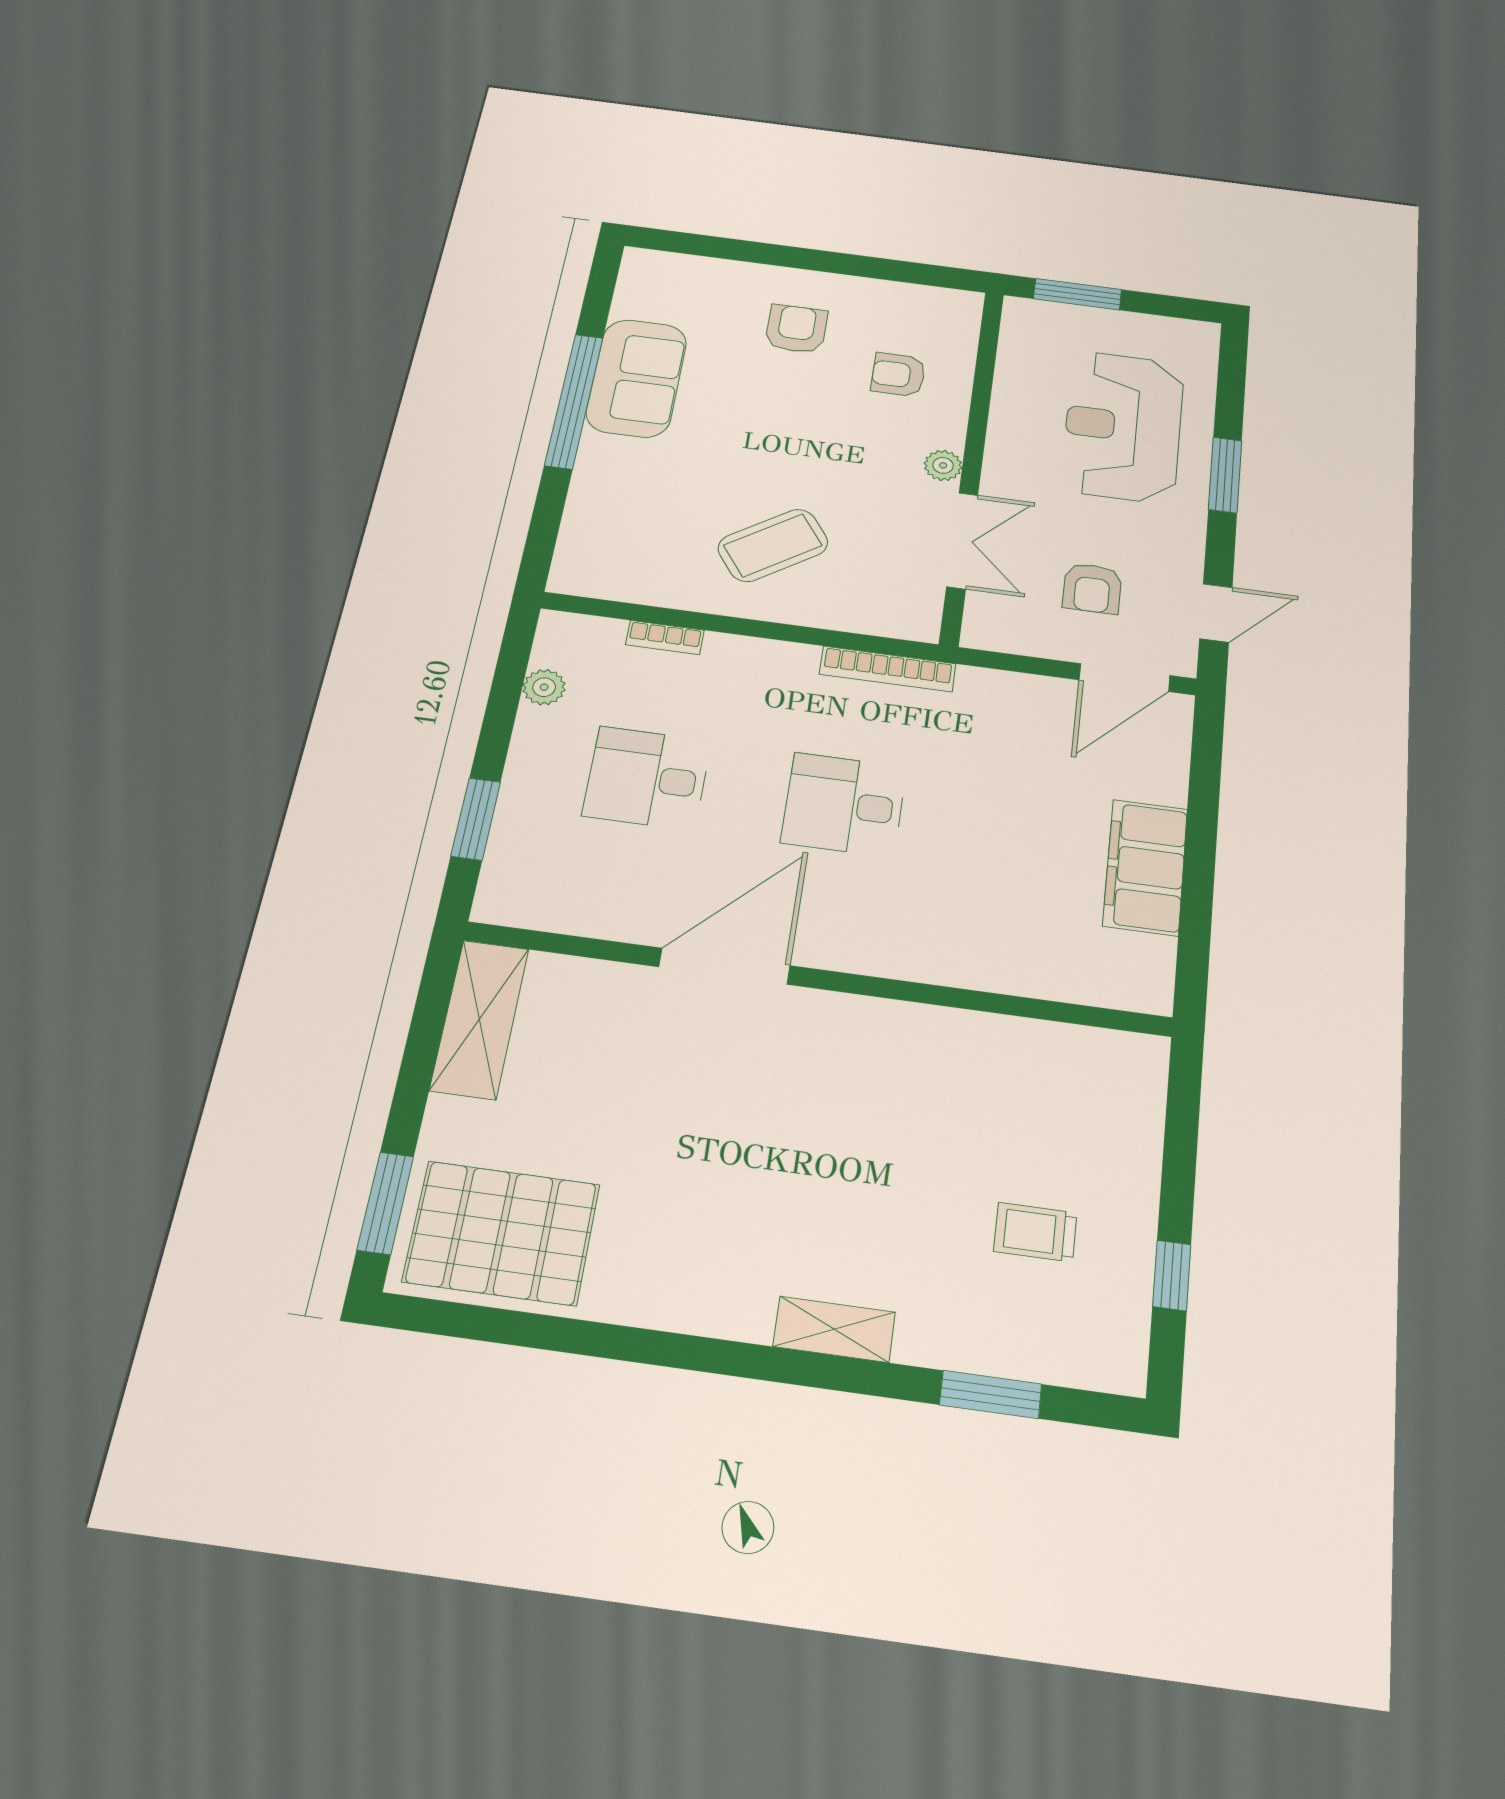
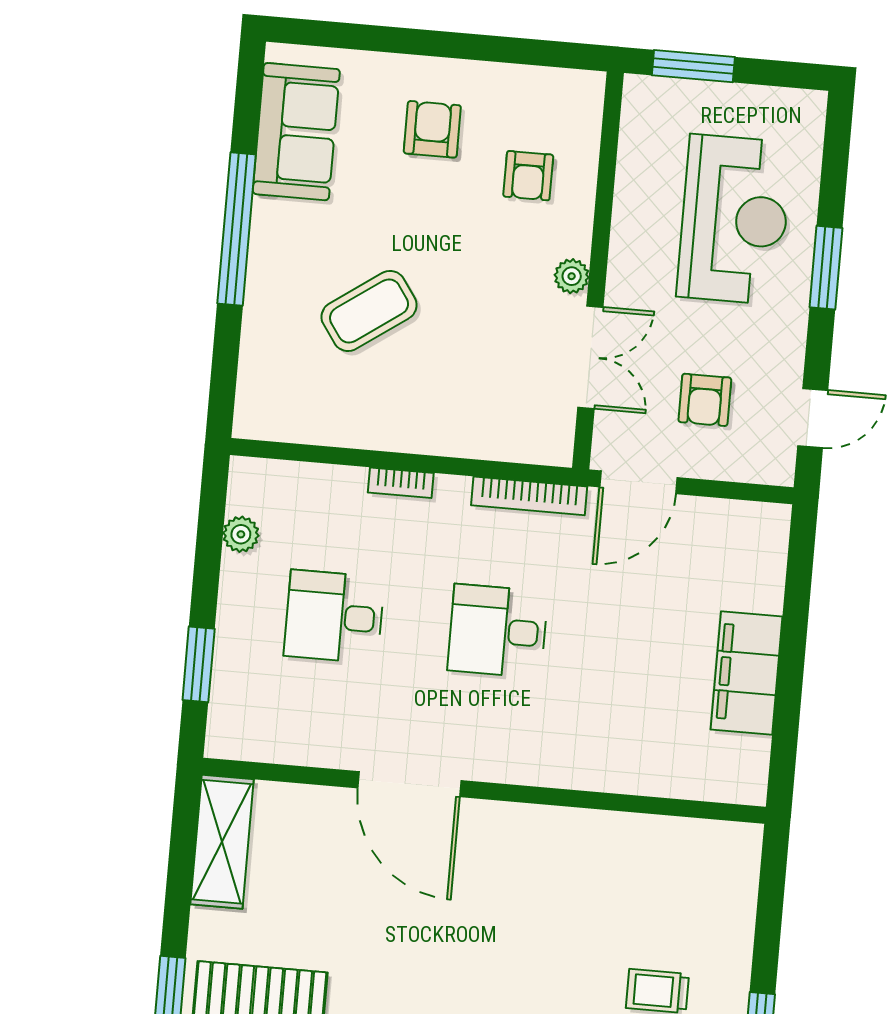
armchair: (898, 375) -> (528, 176), turned -90
sofa: (637, 378) -> (296, 132), moved
reception desk: (1123, 426) -> (734, 220), turned 180
coffee table: (773, 545) -> (369, 311), moved
bookcase: (665, 637) -> (401, 483), moved
door: (1124, 678) -> (638, 482), moved
door: (724, 966) -> (409, 784), swing flipped

